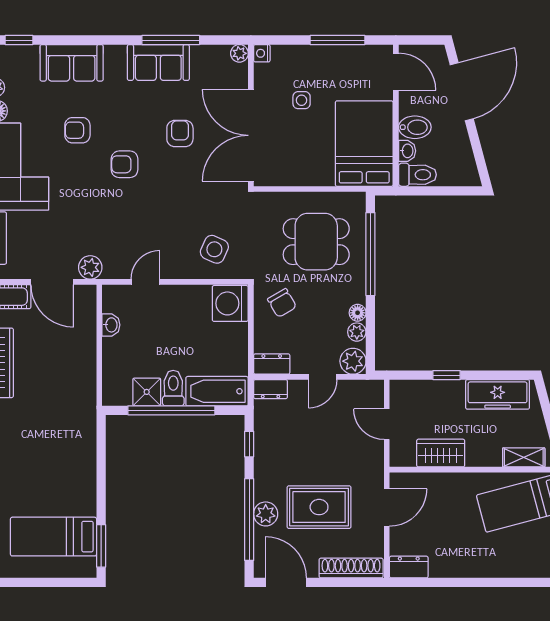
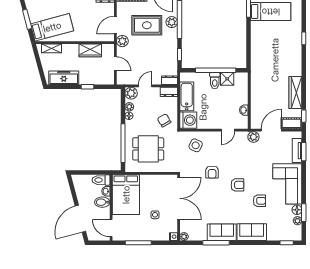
sofa: (72, 63) -> (252, 232), moved
armchair: (180, 134) -> (212, 172), moved
door: (52, 282) -> (271, 130), hinge flipped
bathtub: (217, 391) -> (187, 96), moved, turned -90
plant: (372, 473) -> (122, 41), added

